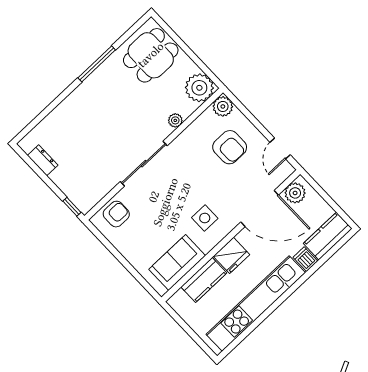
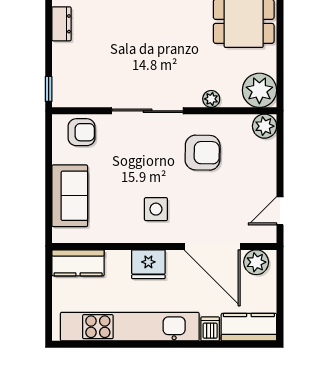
armchair: (230, 147) -> (203, 153), moved, turned -89
sofa: (177, 262) -> (70, 196), moved, turned 90
kitchen counter: (204, 280) -> (78, 263), moved

